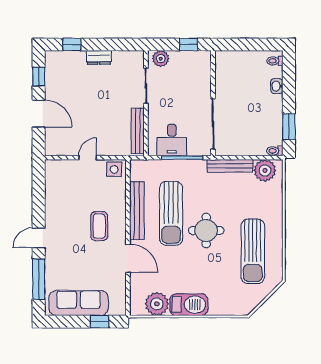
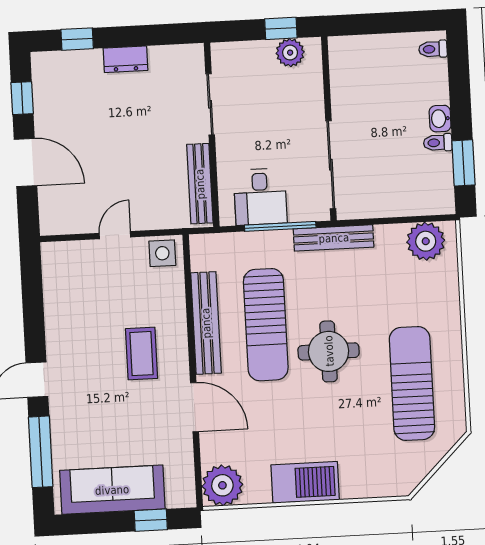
plant: (161, 59) -> (290, 53), moved
washbasin: (277, 86) -> (440, 119), moved
toilet: (275, 151) -> (438, 143), moved
bench: (230, 166) -> (334, 238), moved
sun lounger: (253, 251) -> (412, 383), turned 180
plant: (157, 304) -> (222, 485), moved

